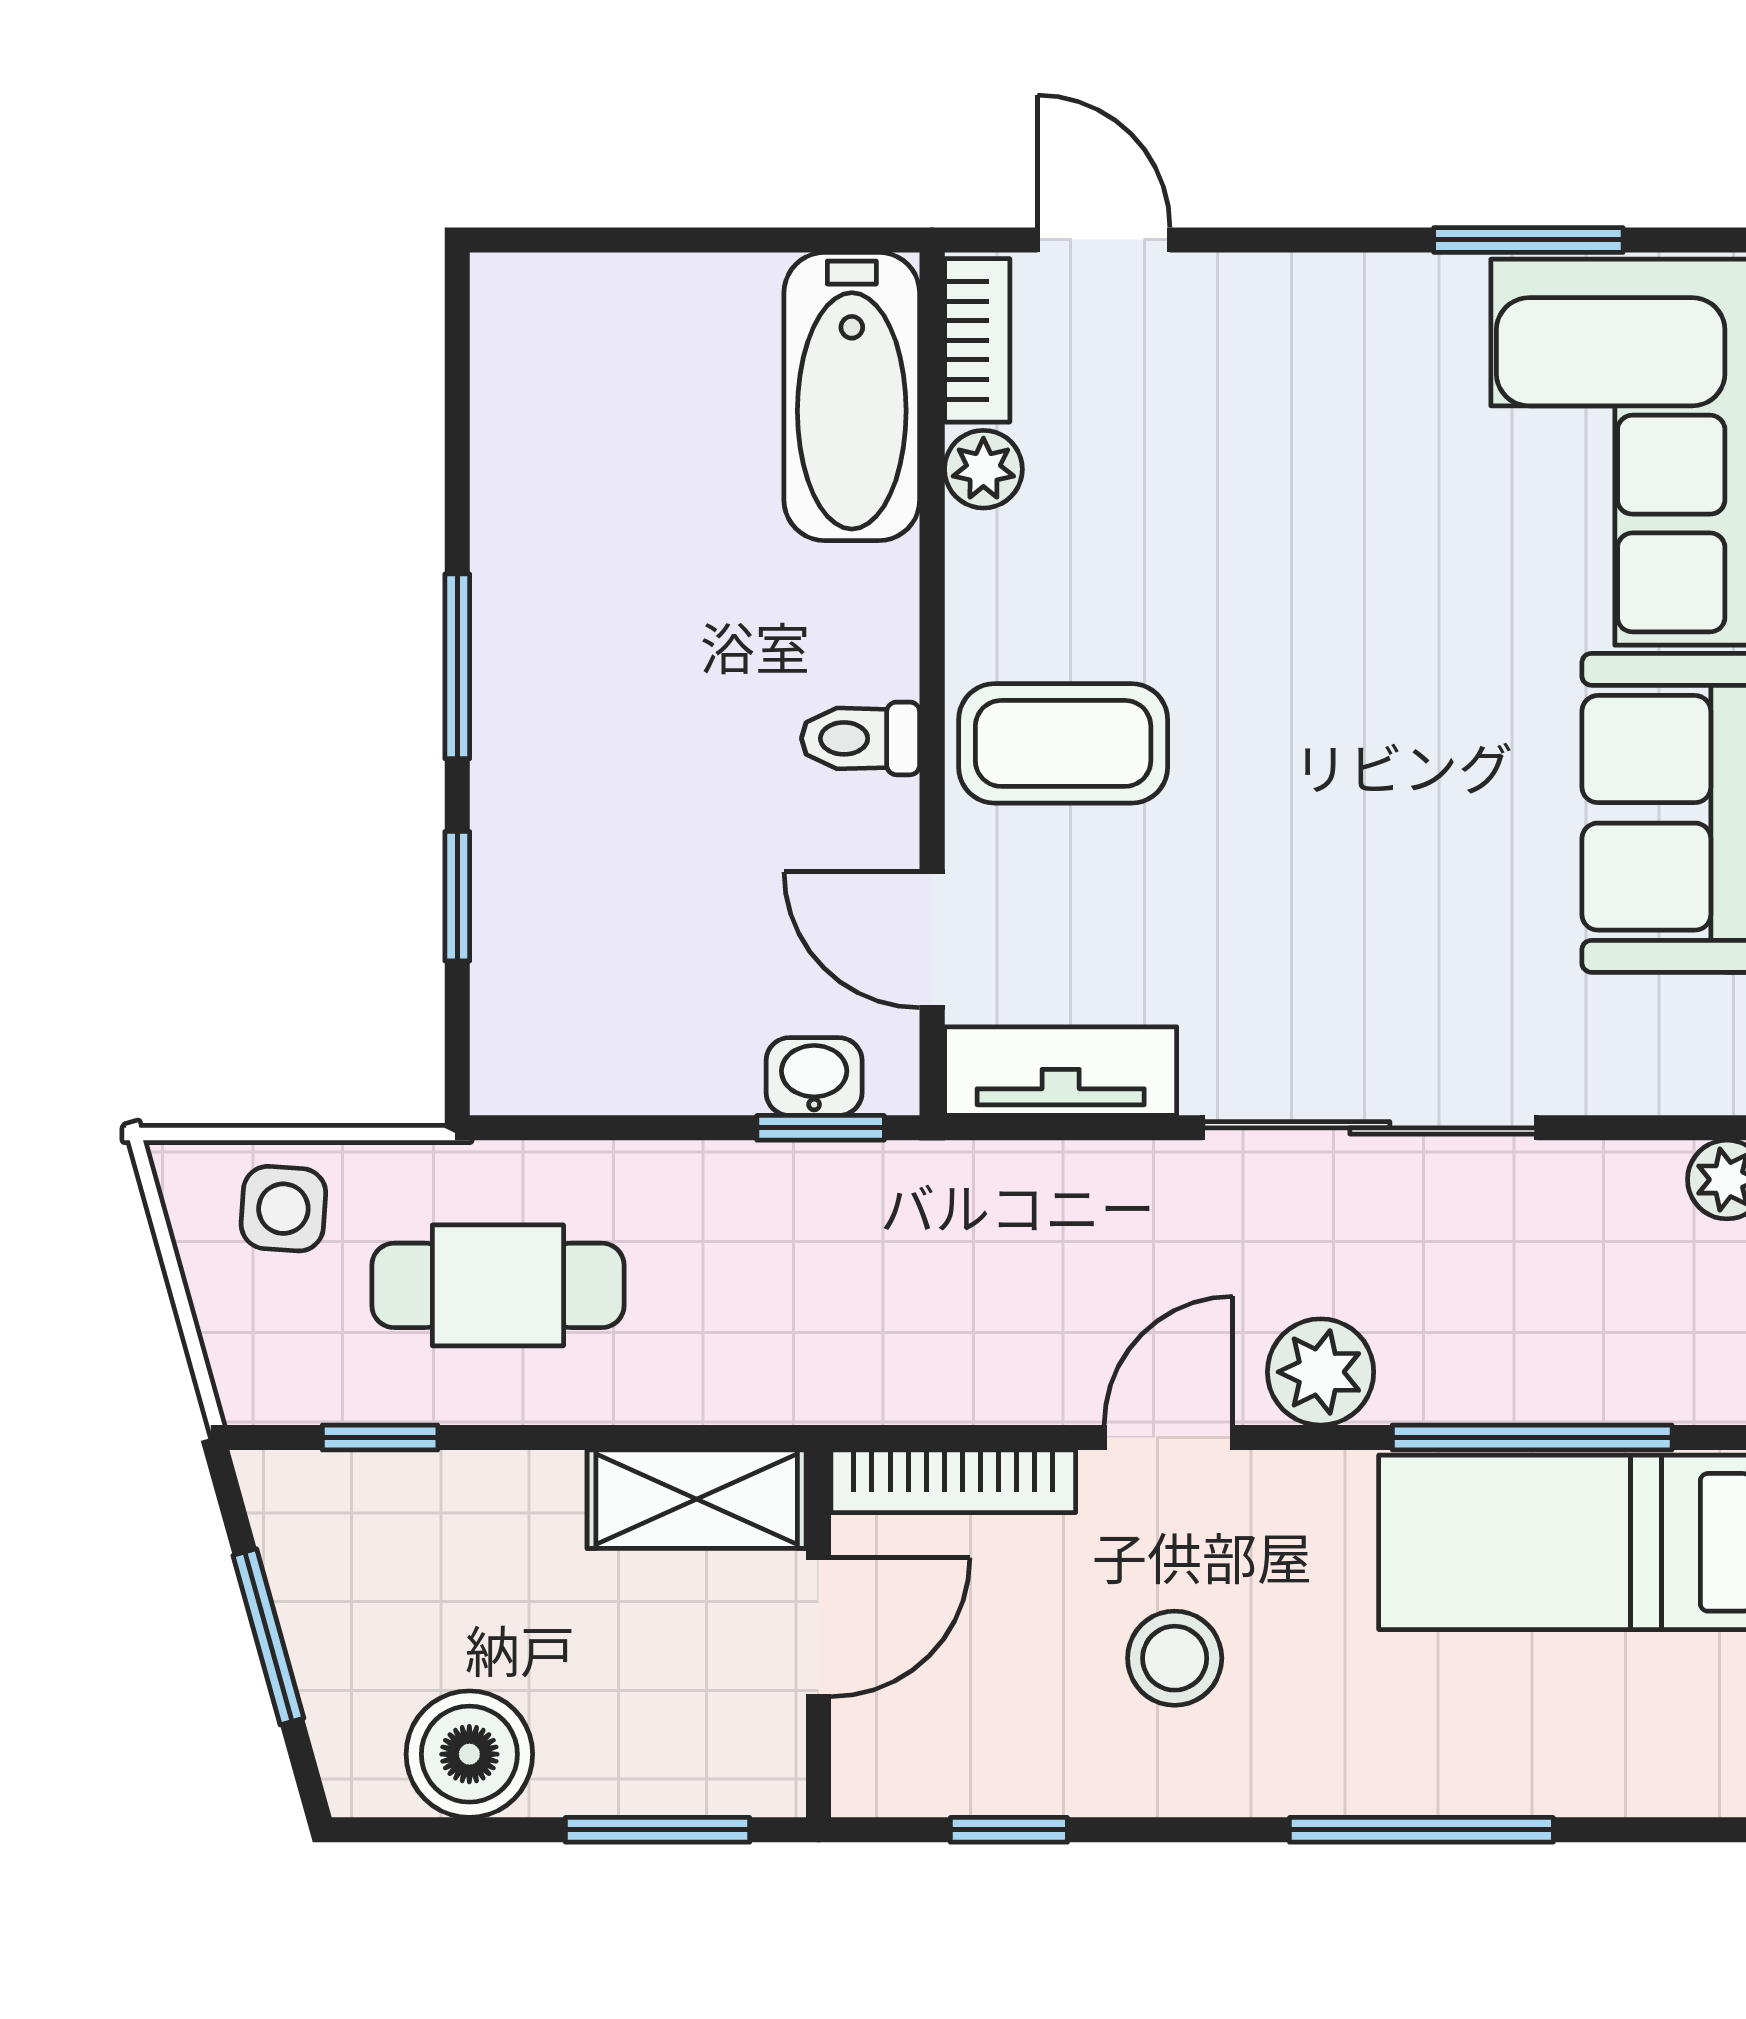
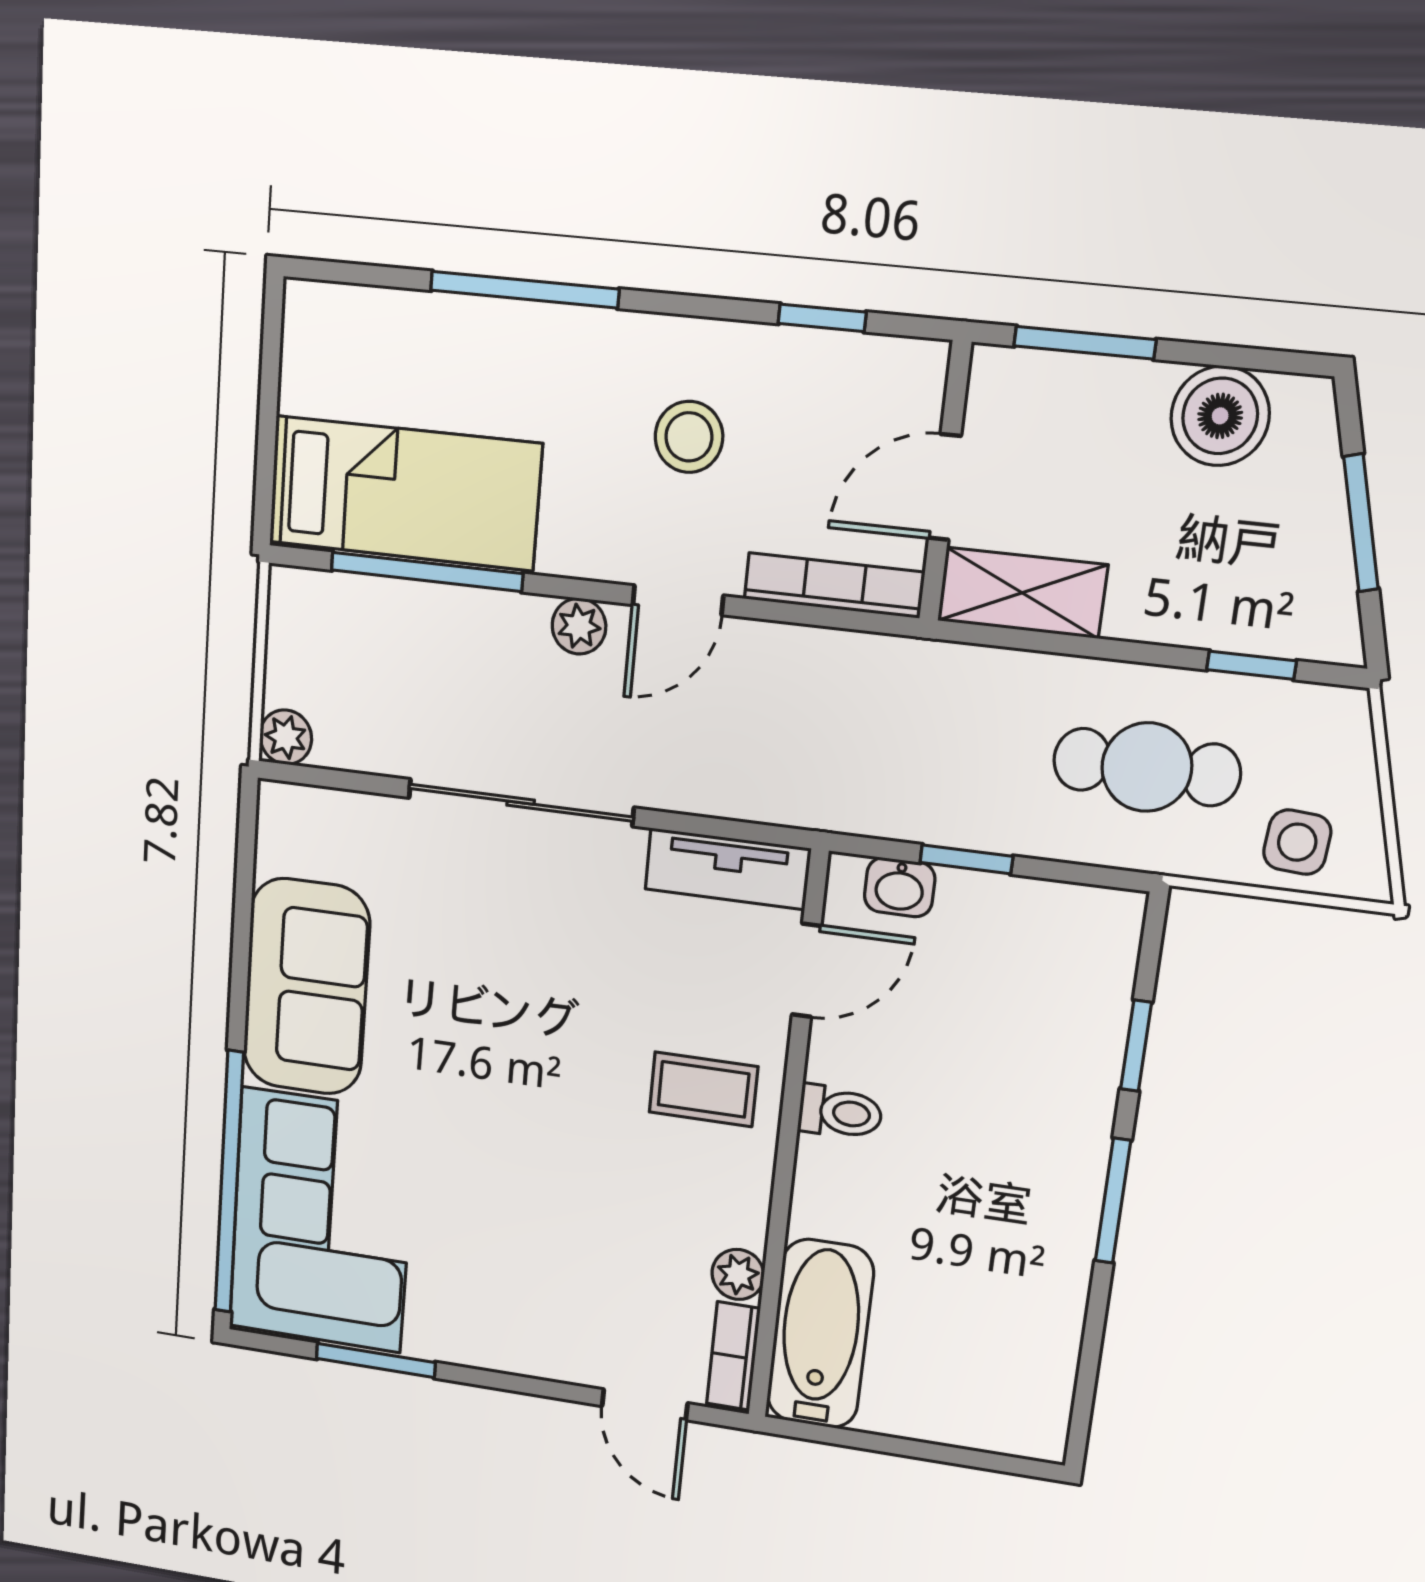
coffee table: (1063, 743) -> (703, 1089), width x0.73, depth x0.77
door: (932, 940) -> (807, 970), hinge flipped
window: (821, 1128) -> (966, 859), moved
plant: (1321, 1372) -> (579, 626), width x0.73, depth x0.73

